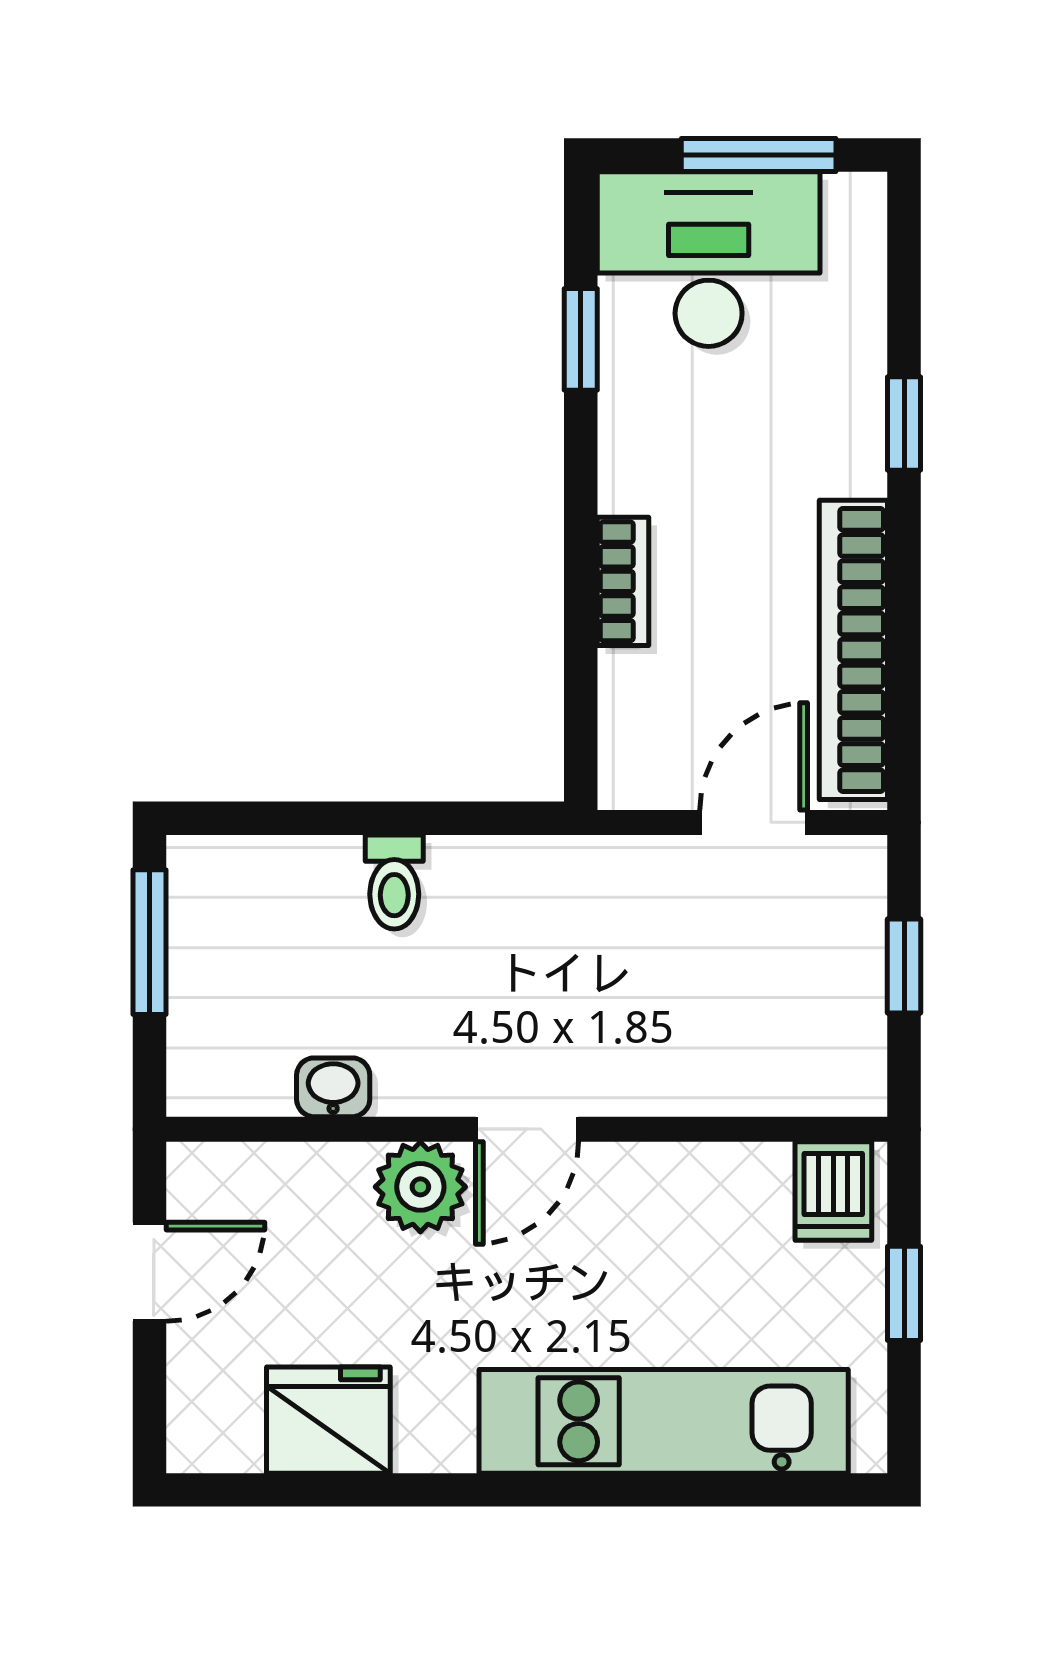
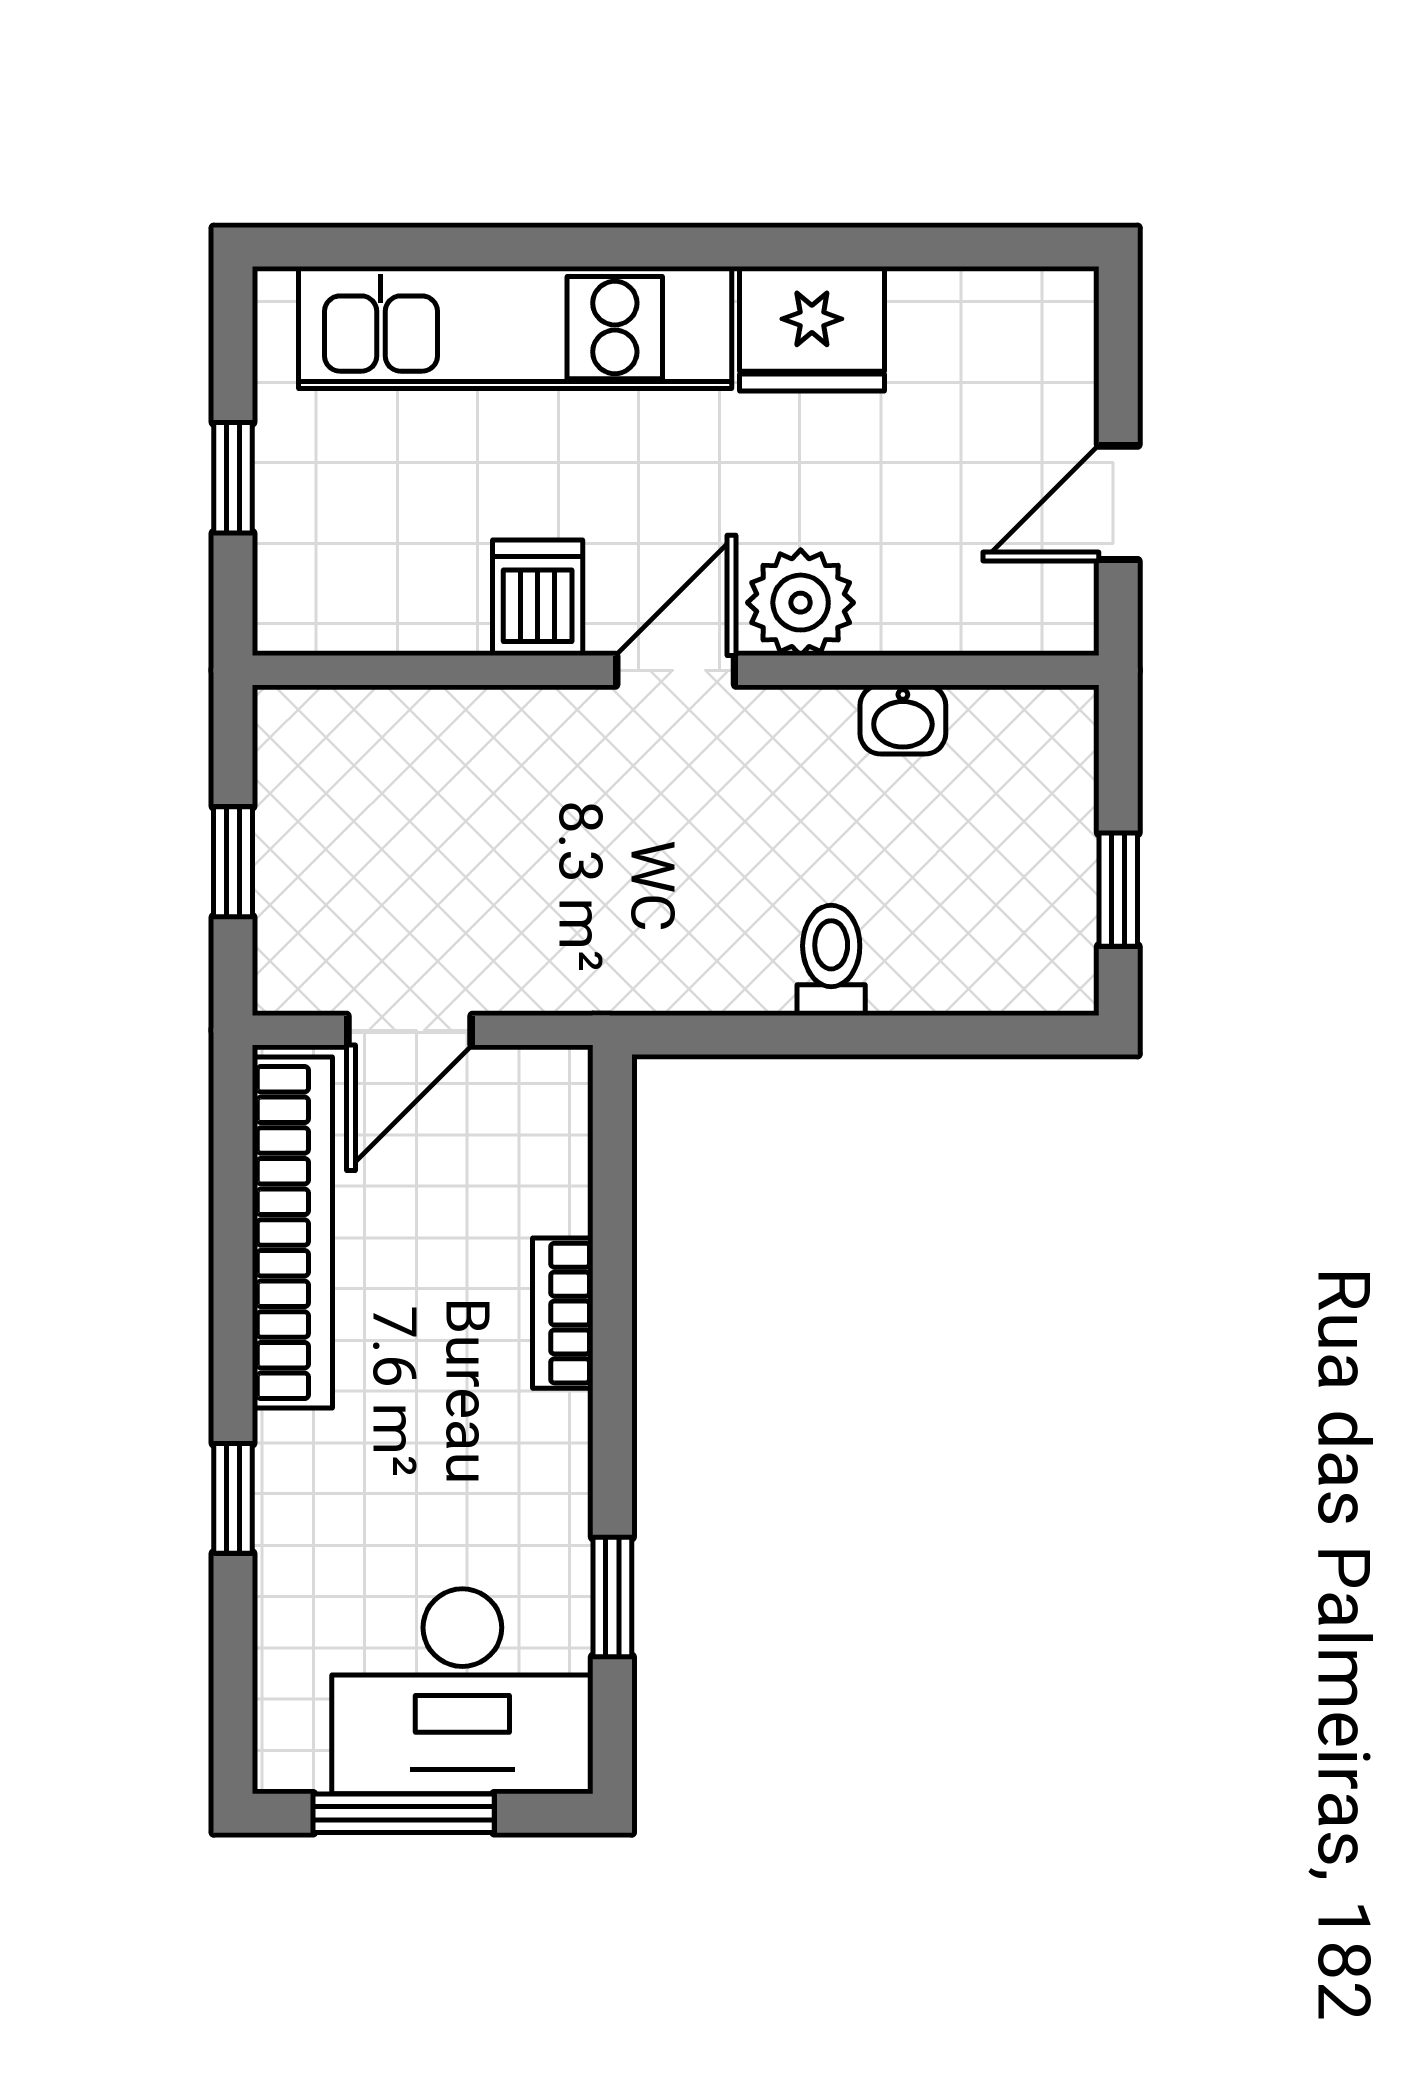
window: (150, 942) -> (1118, 890), width x0.67
dishwasher: (833, 1191) -> (538, 598), moved
fridge: (328, 1420) -> (812, 329), moved

